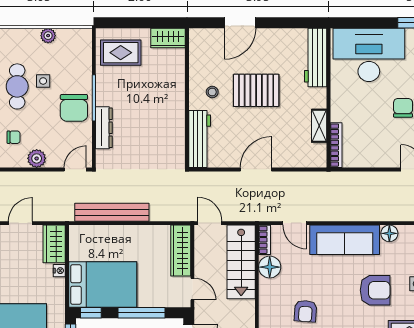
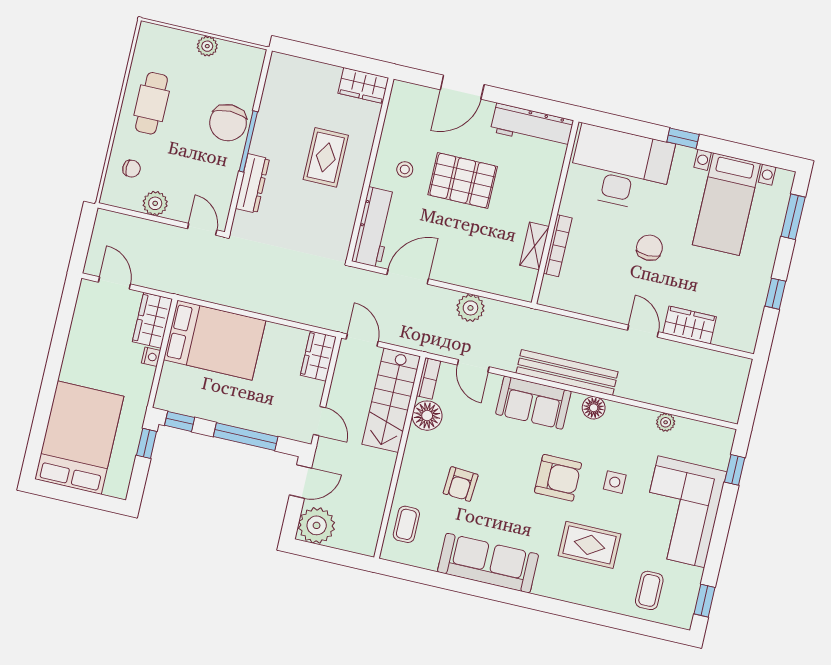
rug: (121, 53) -> (326, 157), moved, turned 90
workbench: (316, 57) -> (532, 126), moved, turned -90
side table: (43, 81) -> (187, 104), removed
chair: (74, 108) -> (228, 123), moved
bookcase: (336, 145) -> (558, 246), moved
door: (75, 169) -> (202, 229), hinge flipped
door: (256, 169) -> (408, 277), moved
plant: (283, 182) -> (470, 308), added
bench: (112, 212) -> (567, 372), moved
door: (20, 223) -> (114, 283), hinge flipped
sofa: (345, 240) -> (533, 403), width x0.73
wardrobe: (181, 251) -> (318, 356), width x0.67
bed: (103, 284) -> (215, 340), moved

